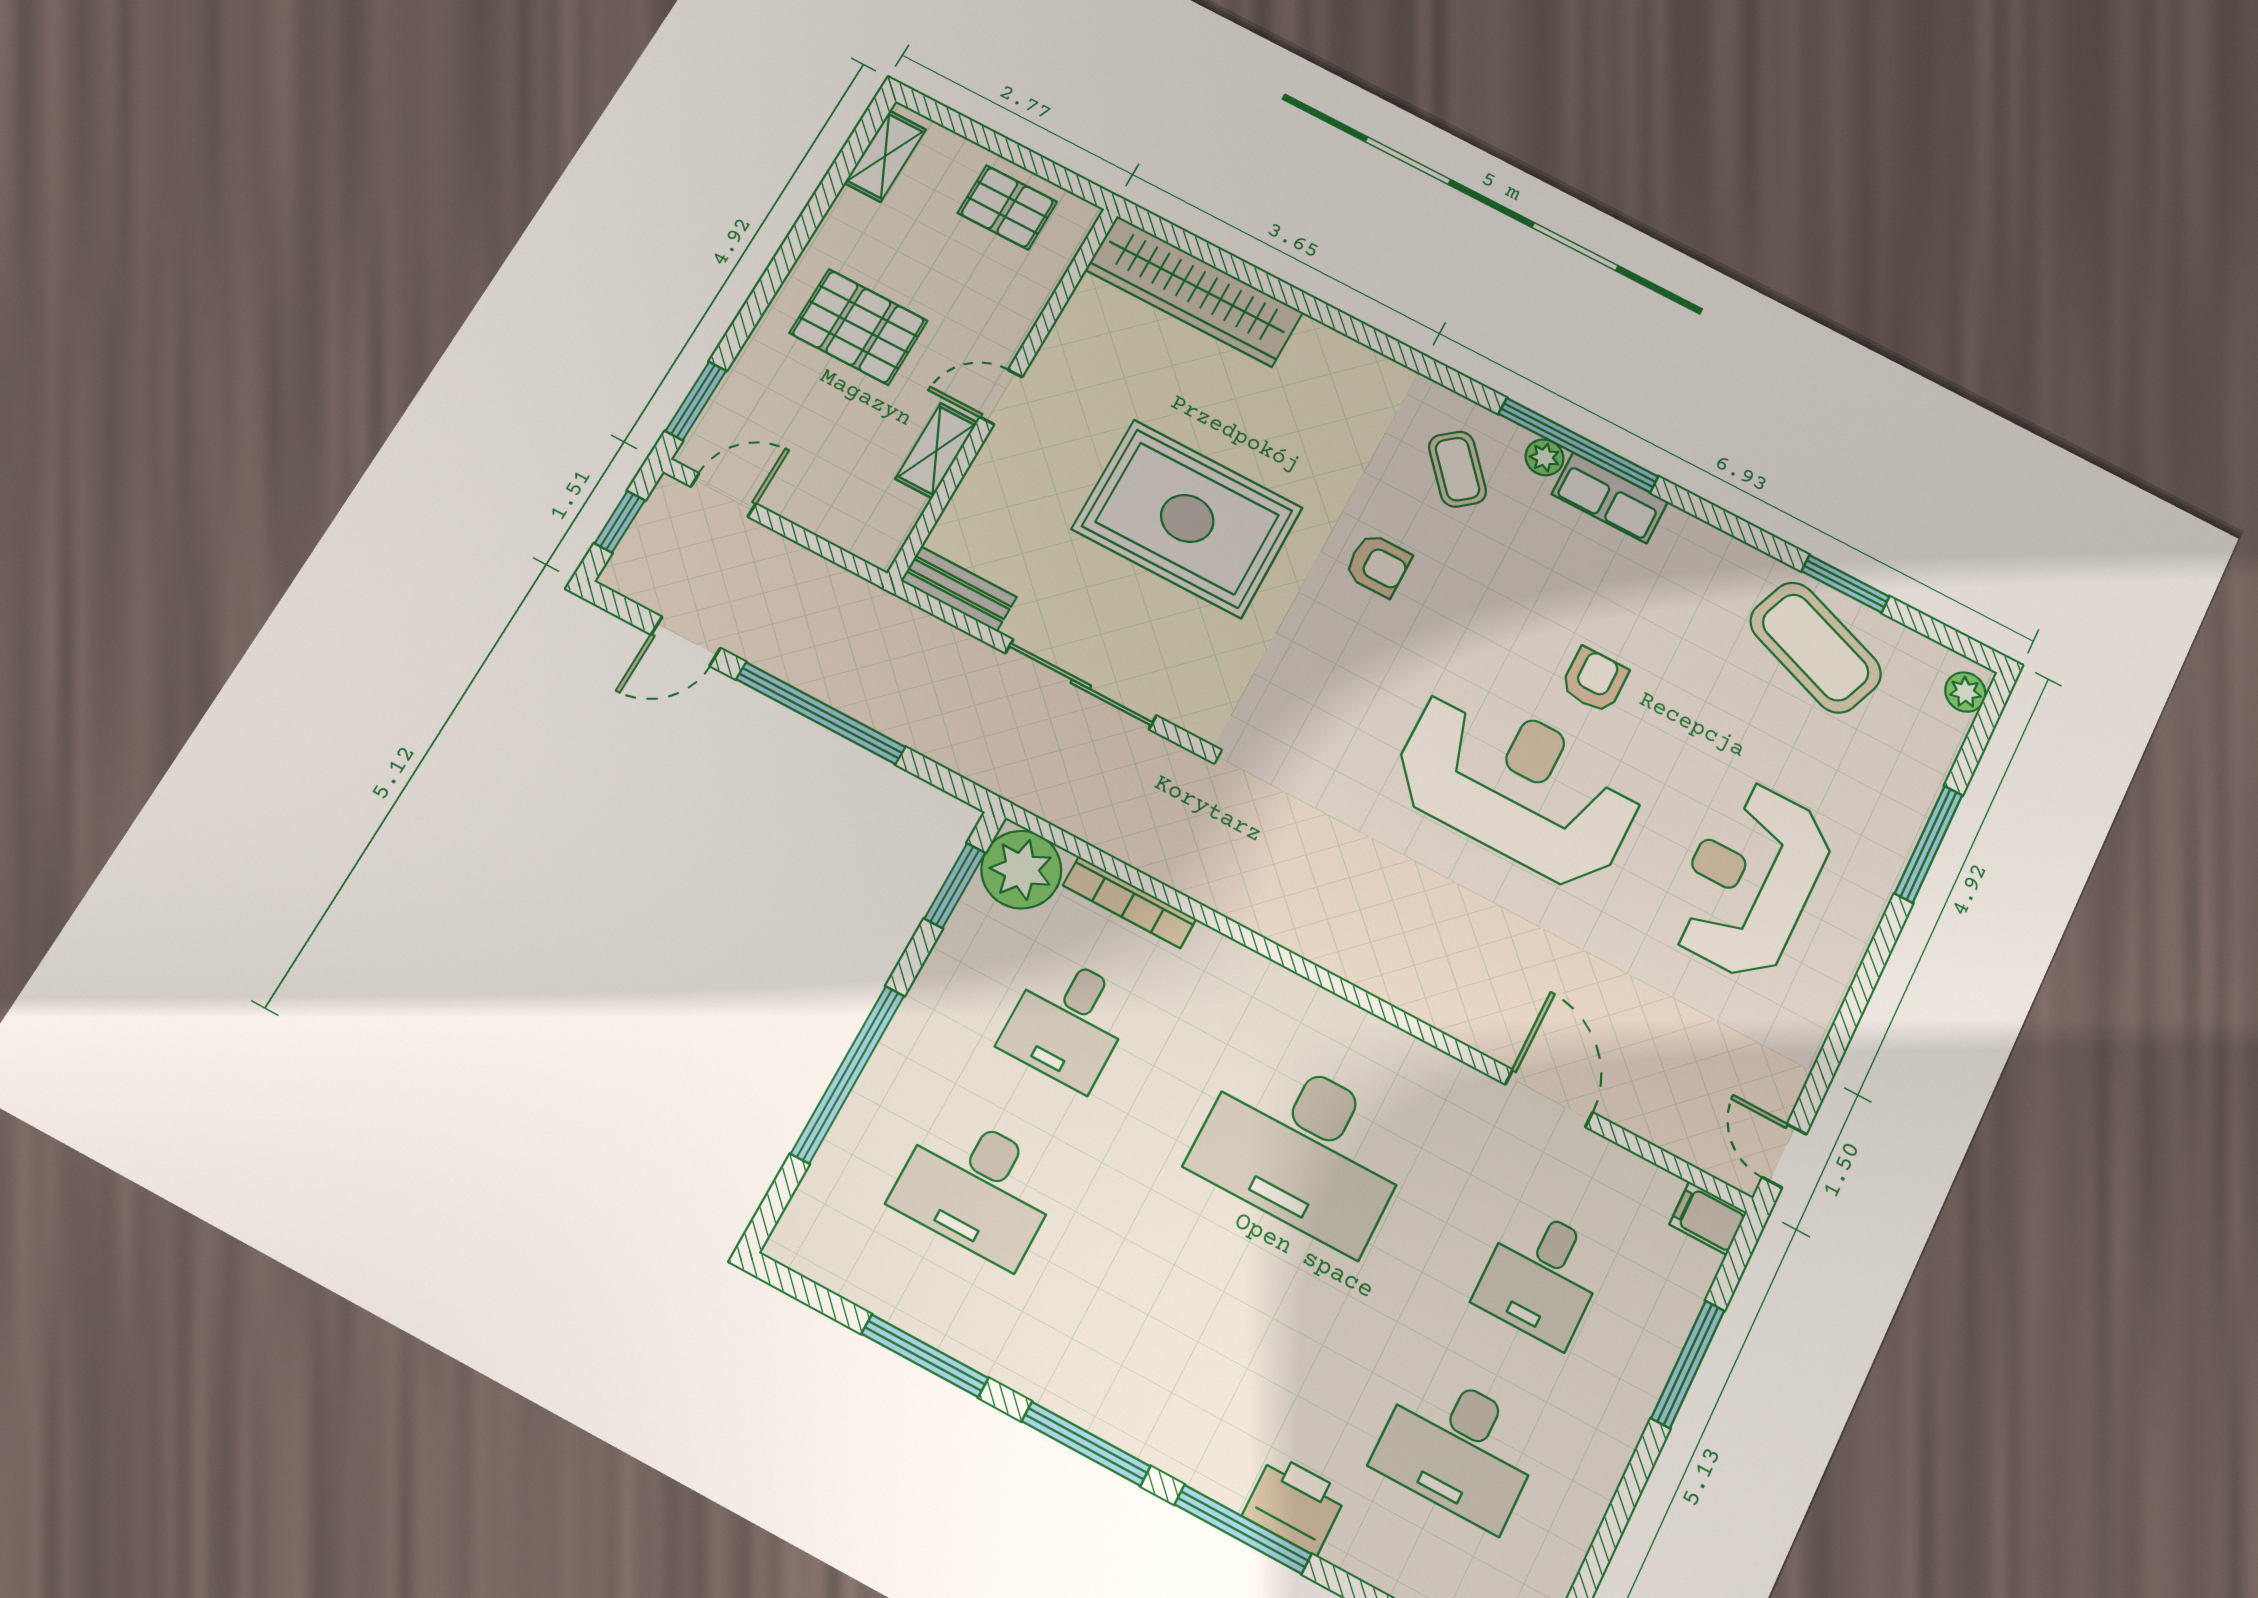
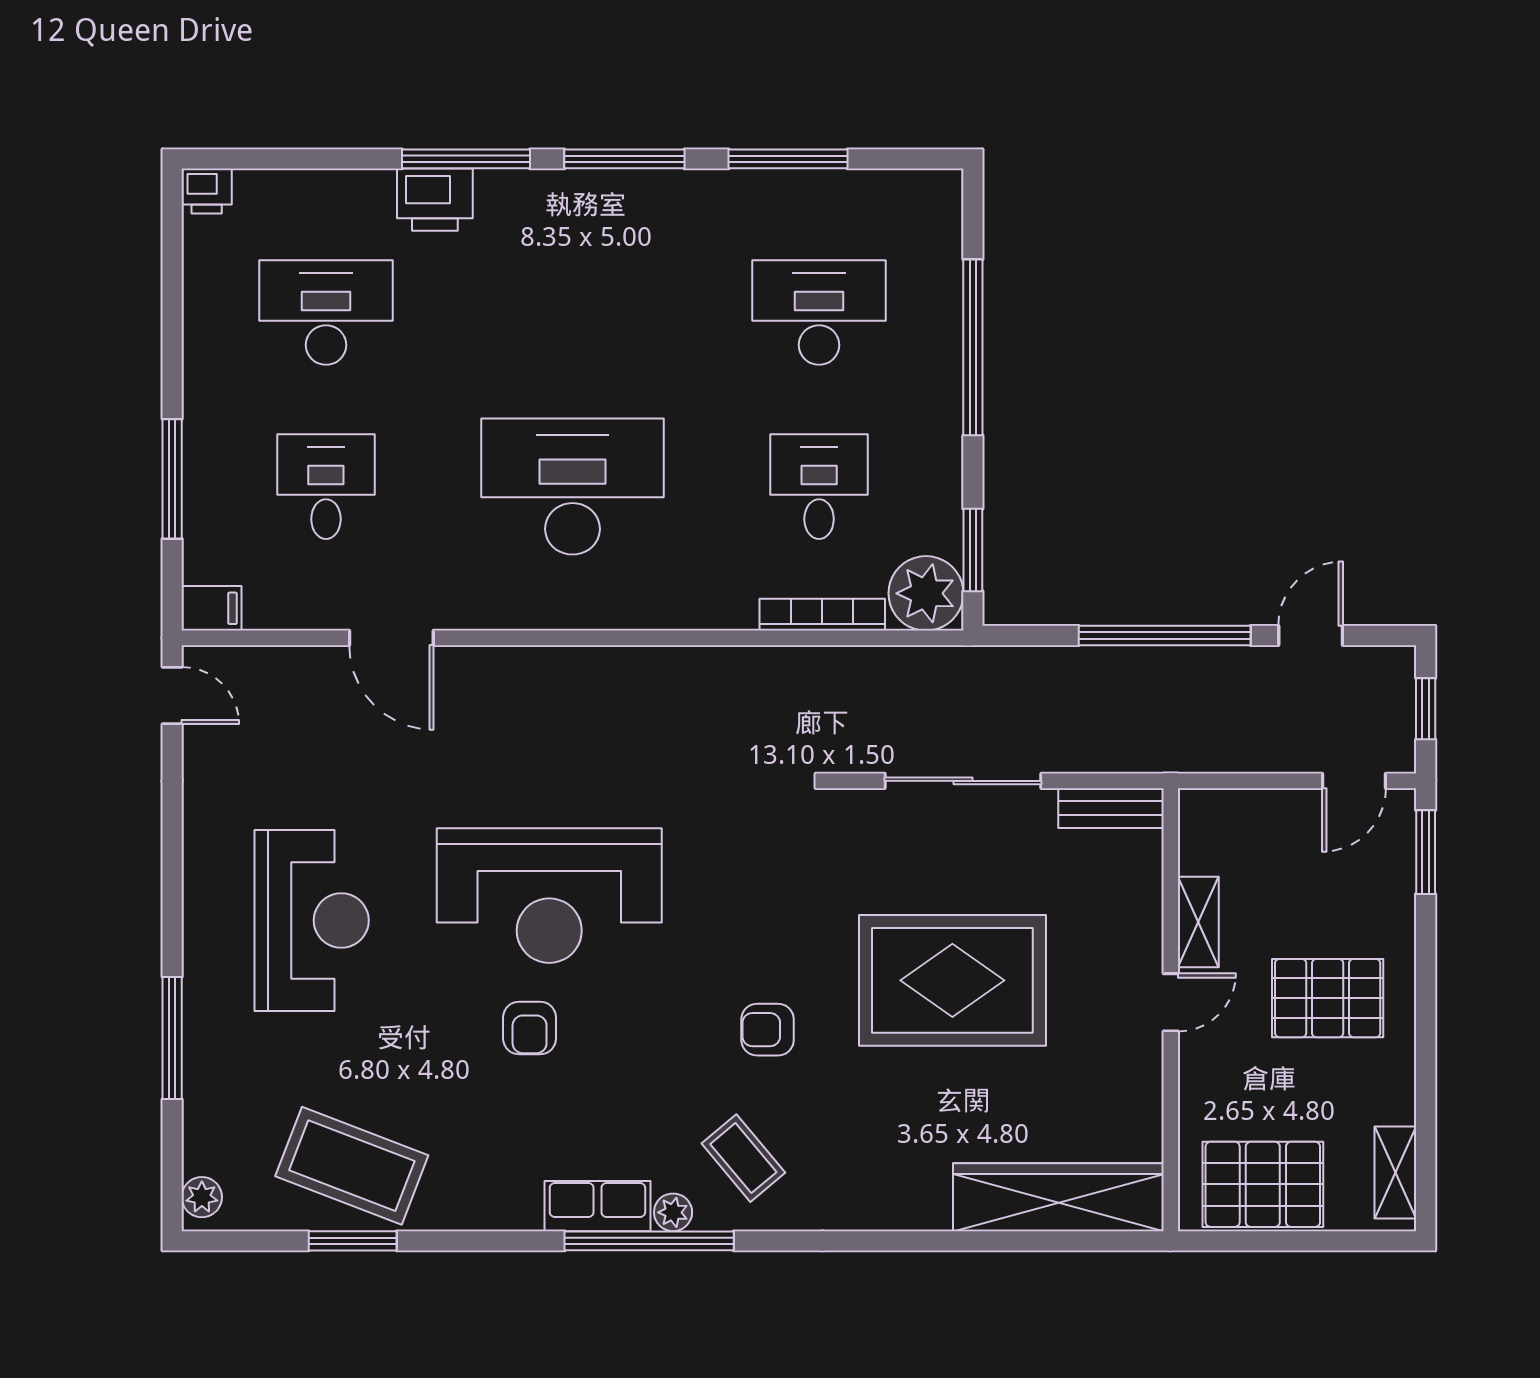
pallet: (1007, 207) -> (1263, 1184), width x1.50, depth x1.42

